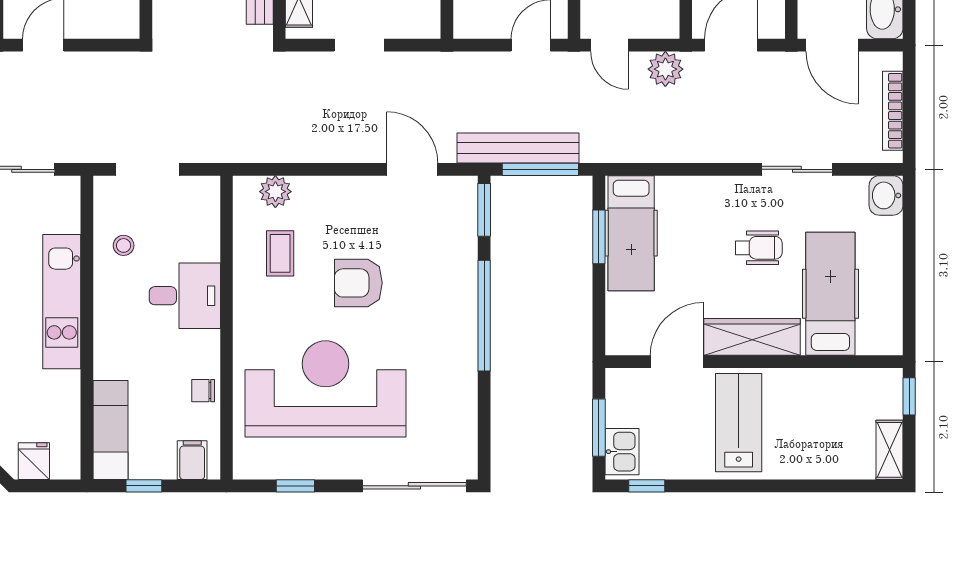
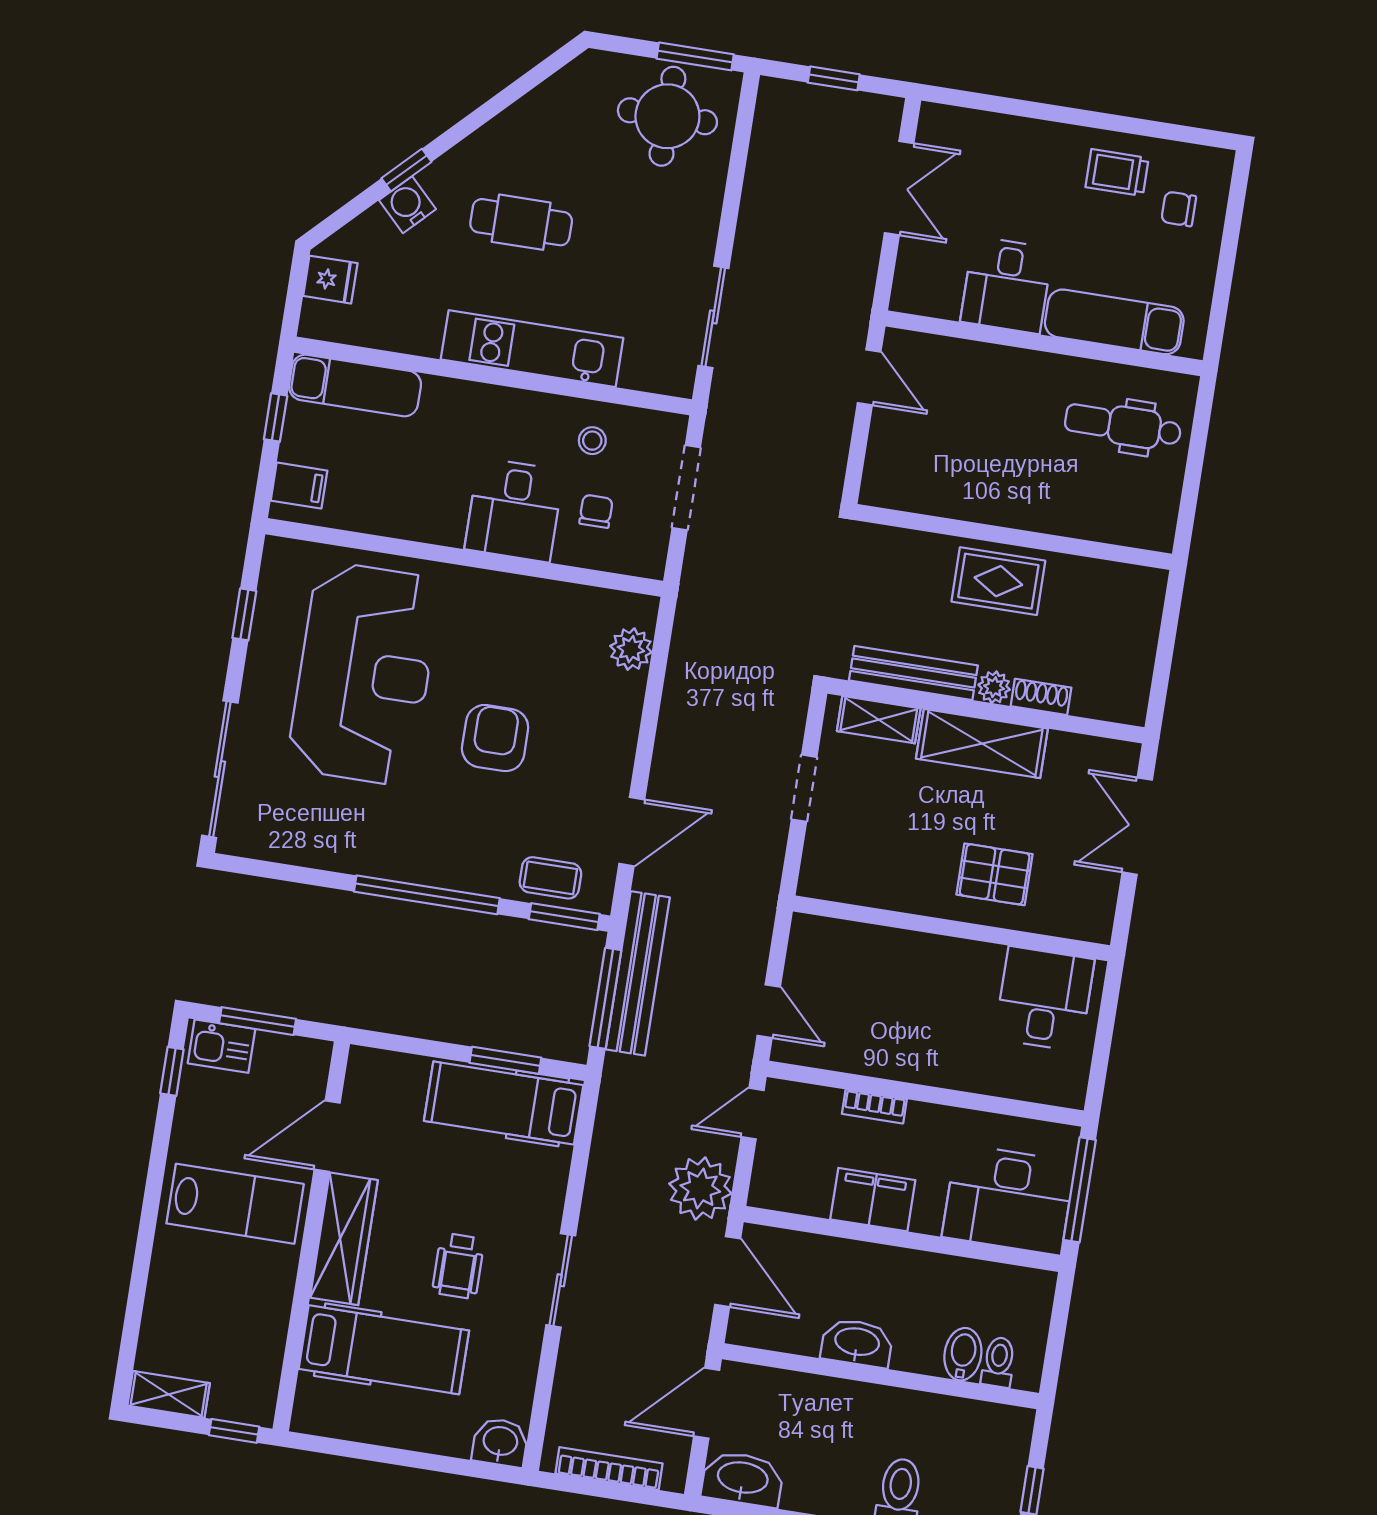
plant: (665, 69) -> (700, 1188), width x1.36, depth x1.36
sliding door: (797, 169) -> (561, 1280), moved
coffee table: (280, 253) -> (550, 878), moved
door: (677, 362) -> (327, 1136), swing flipped
chair: (203, 391) -> (596, 511), moved

